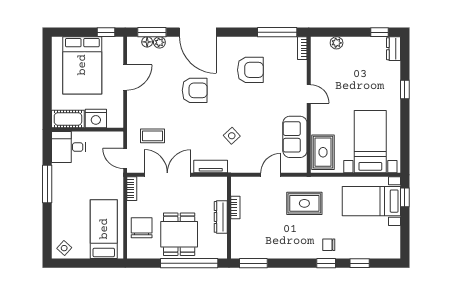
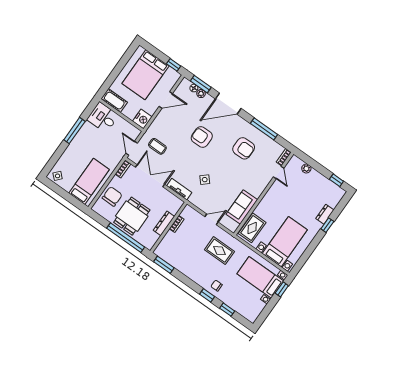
door: (198, 32) -> (228, 104), hinge flipped
window: (277, 32) -> (264, 129), moved
dresser: (393, 49) -> (325, 214), moved
armchair: (195, 90) -> (202, 137), turned 180
door: (309, 94) -> (279, 173), moved
nightstand: (96, 118) -> (142, 119), moved, turned -90

